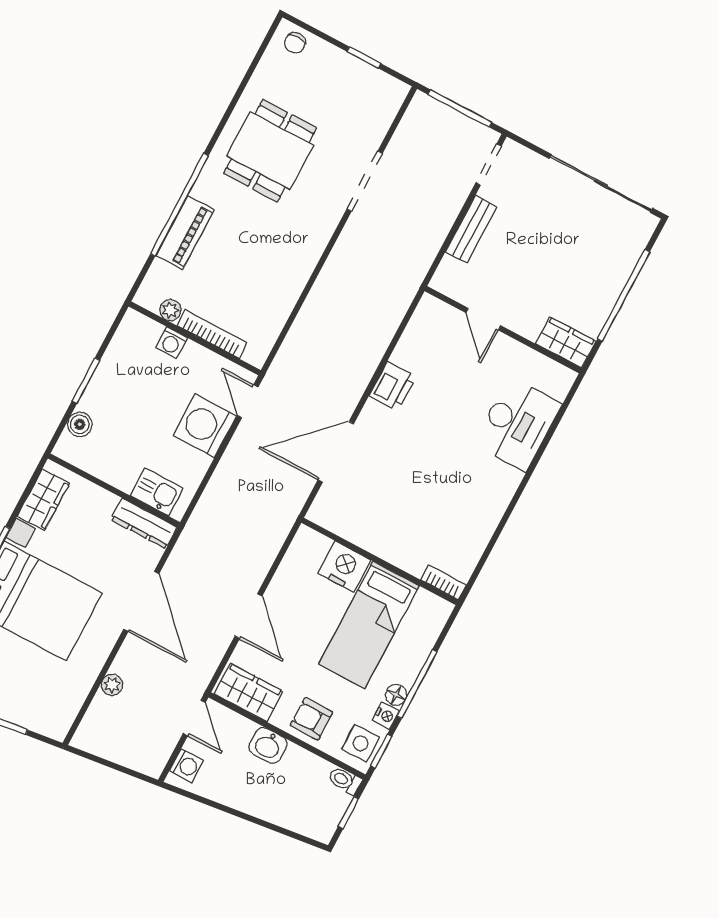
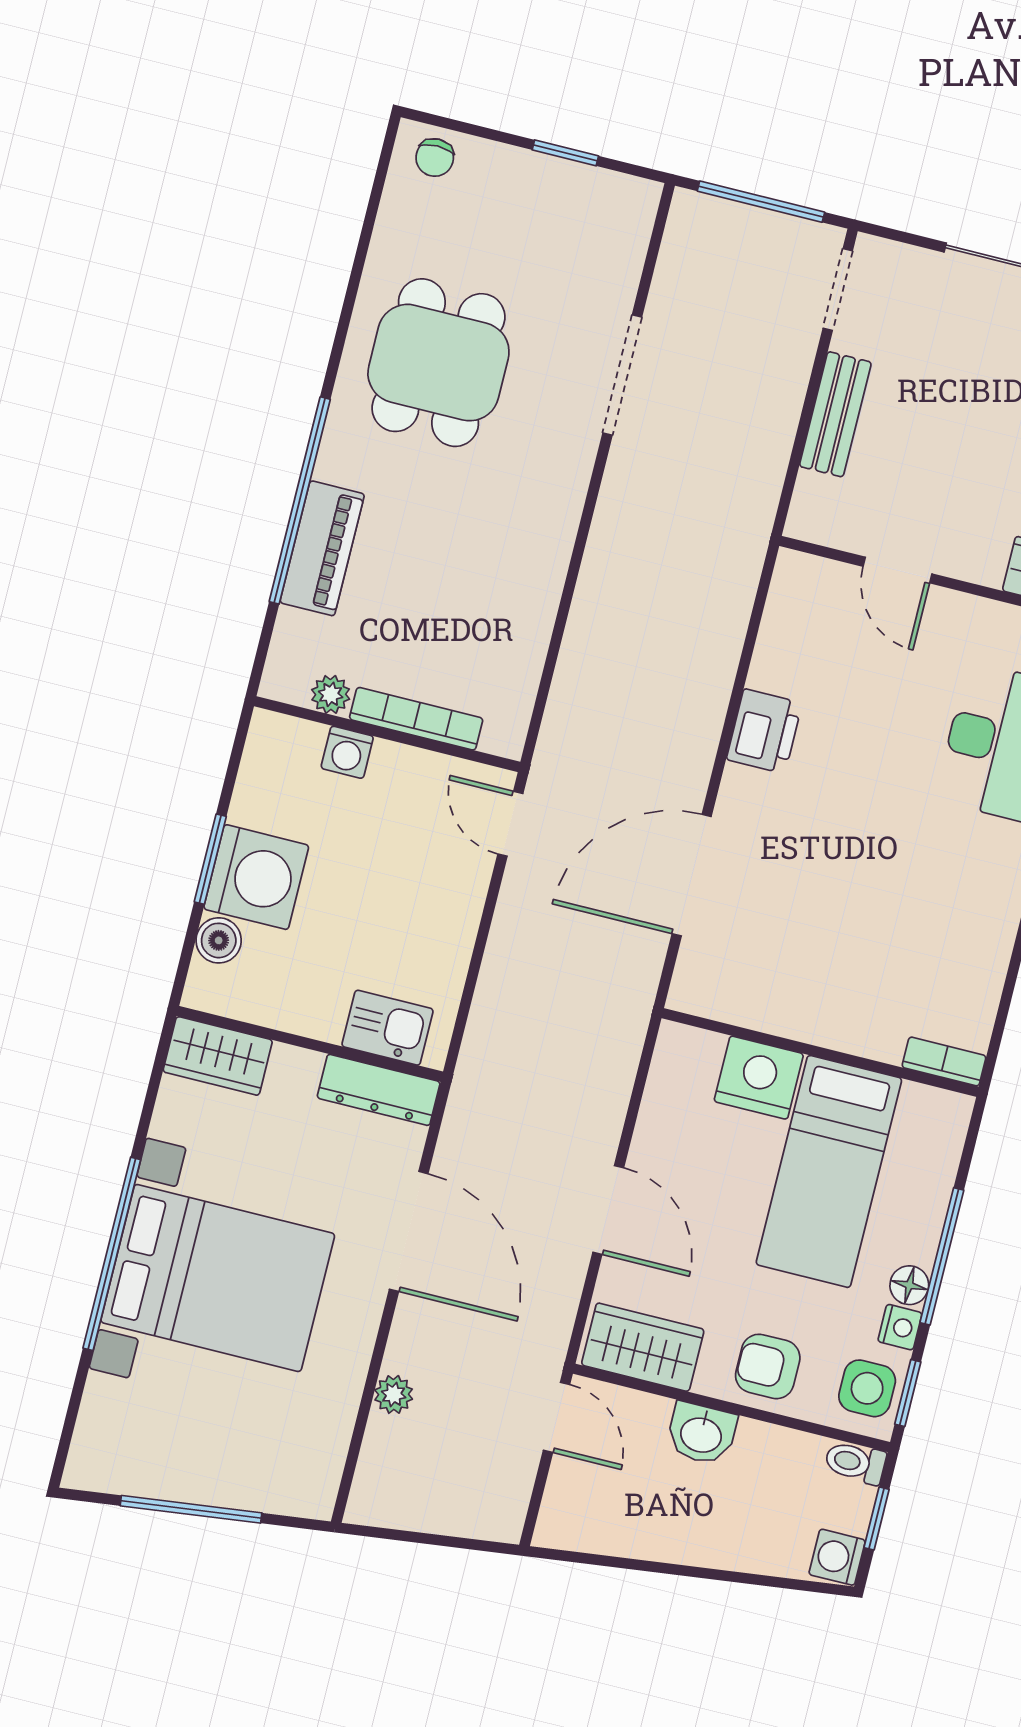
washing machine: (205, 426) -> (256, 877), moved, turned 180
wardrobe: (43, 500) -> (218, 1056), moved, turned 90
washing machine: (187, 766) -> (837, 1557), moved, turned 180

